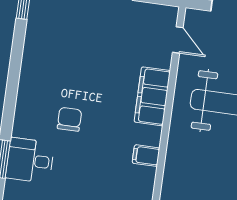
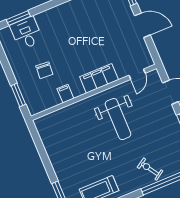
chair: (69, 119) -> (44, 70), moved, turned 94

